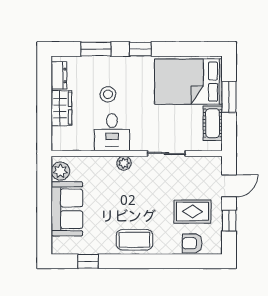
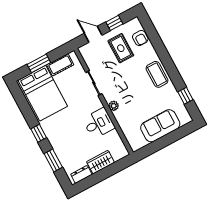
stool: (108, 94) -> (77, 138), removed
plant: (60, 171) -> (139, 142), removed

